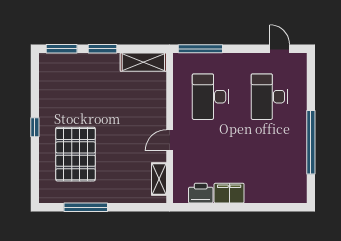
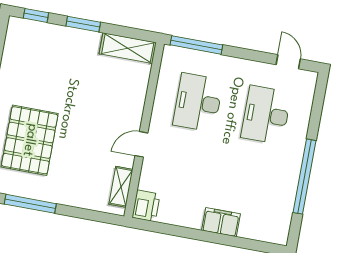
window: (62, 49) -> (36, 15), width x0.67
printer: (201, 193) -> (146, 206), moved, turned 90
filing cabinet: (229, 193) -> (221, 222), moved

